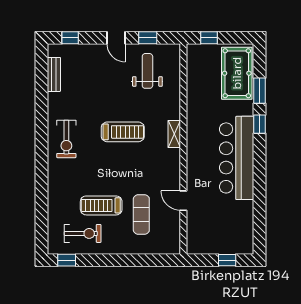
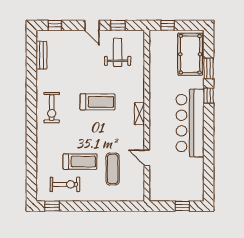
shelving: (174, 134) -> (139, 114), moved
treadmill: (101, 205) -> (80, 162), turned 180

